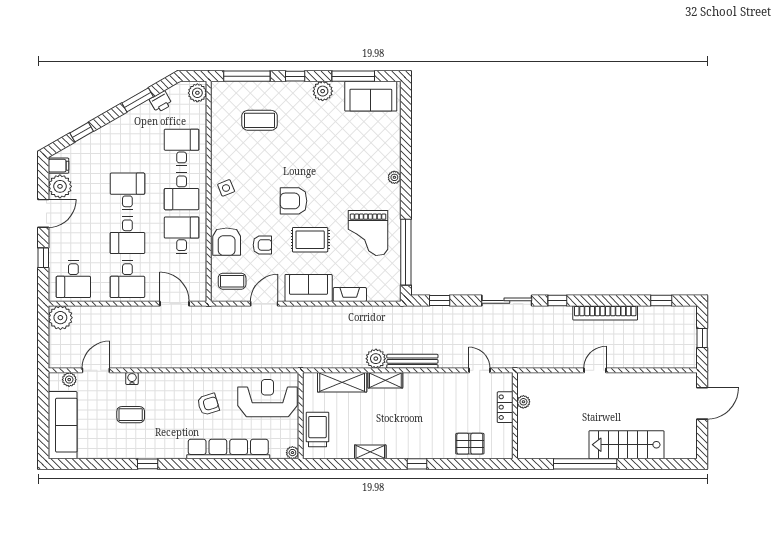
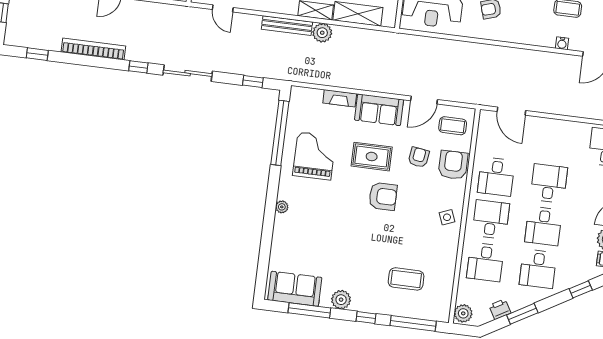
armchair: (262, 245) -> (419, 157), turned 98
desk: (127, 279) -> (538, 269), moved, turned 180

